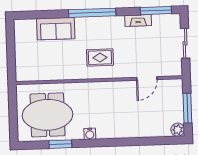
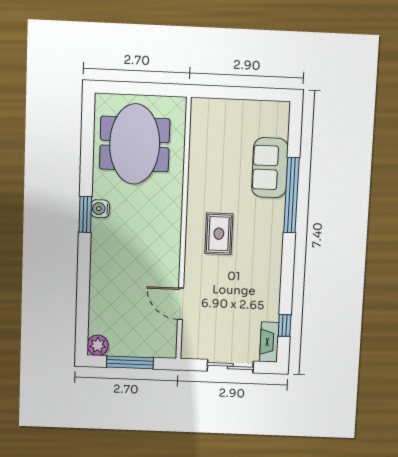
window: (156, 11) -> (285, 325), width x0.46
window: (92, 13) -> (291, 195), moved
fireplace: (138, 20) -> (269, 342), moved
window: (60, 144) -> (85, 214), moved

